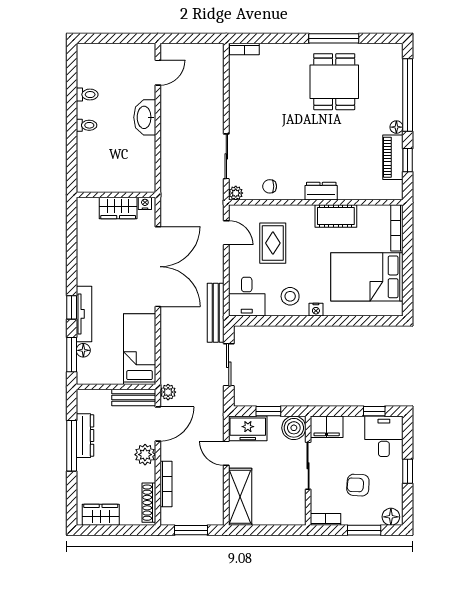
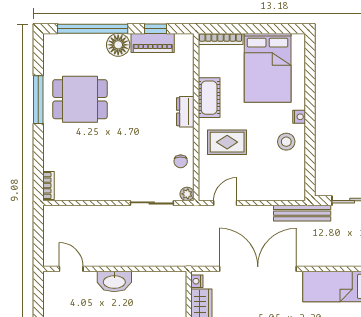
floor lamp: (396, 127) -> (118, 45), width x1.89, depth x1.89
rug: (273, 243) -> (227, 142), moved
desk: (247, 297) -> (287, 183), removed

